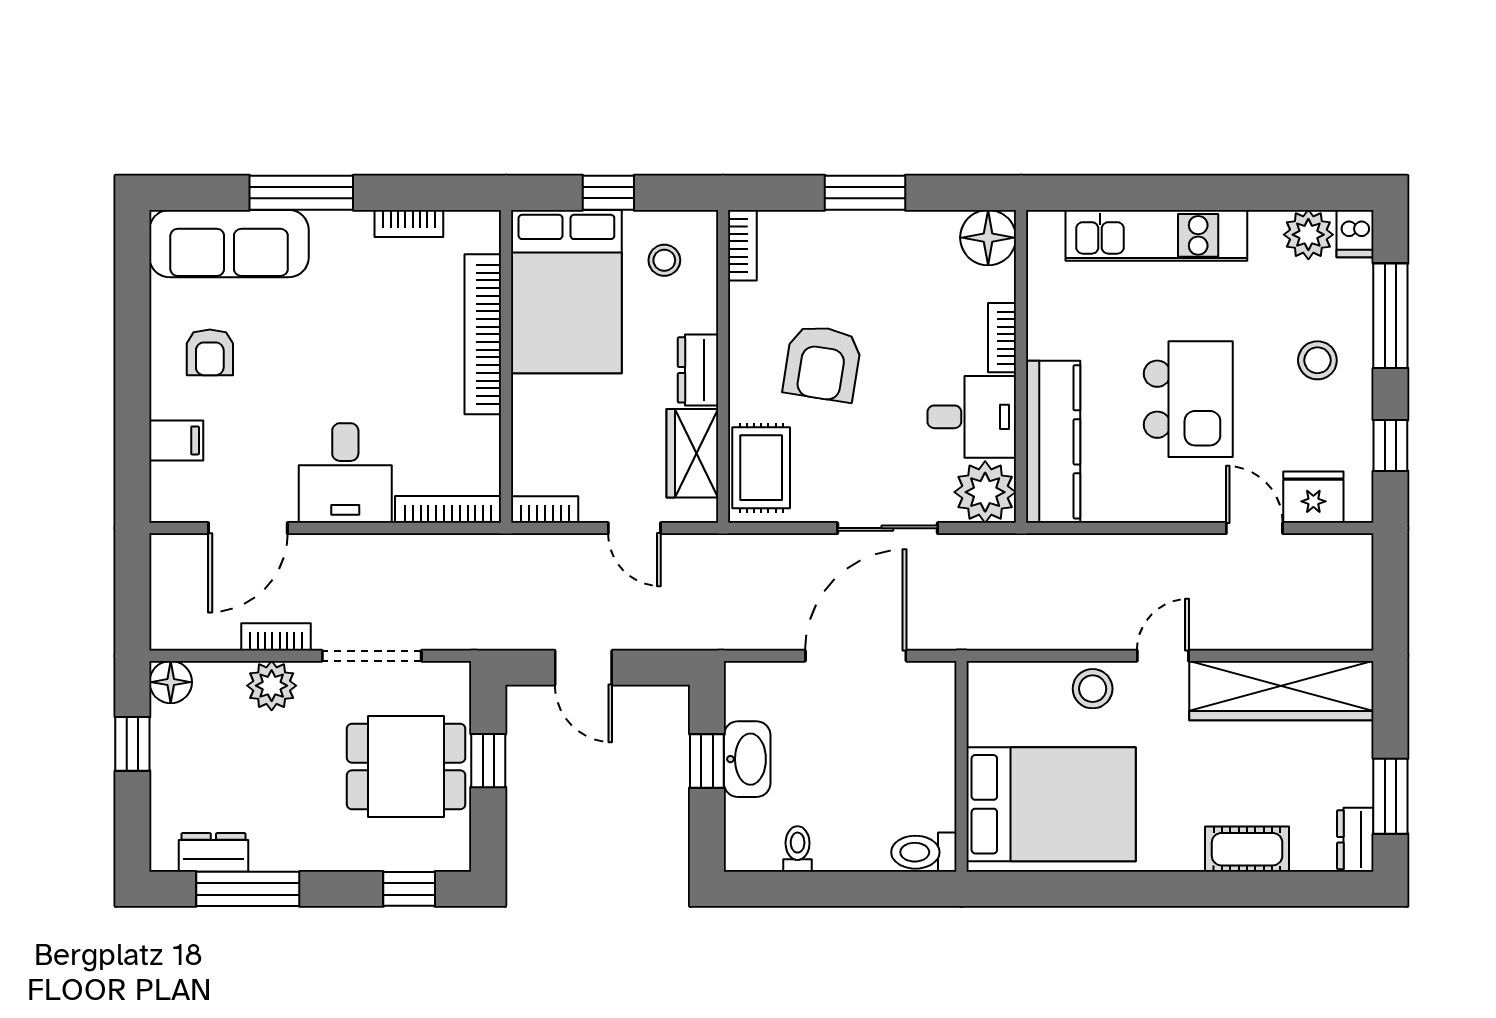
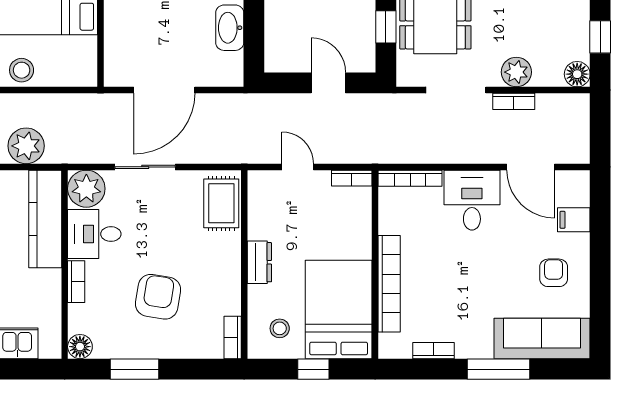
window: (865, 193) -> (135, 369), moved
floor lamp: (988, 238) -> (80, 347), width x0.73, depth x0.73
armchair: (822, 363) -> (158, 297), moved
wardrobe: (692, 453) -> (263, 212), removed
door: (248, 528) -> (531, 167), swing flipped
plant: (1085, 563) -> (26, 146), added
window: (707, 761) -> (254, 27), removed

